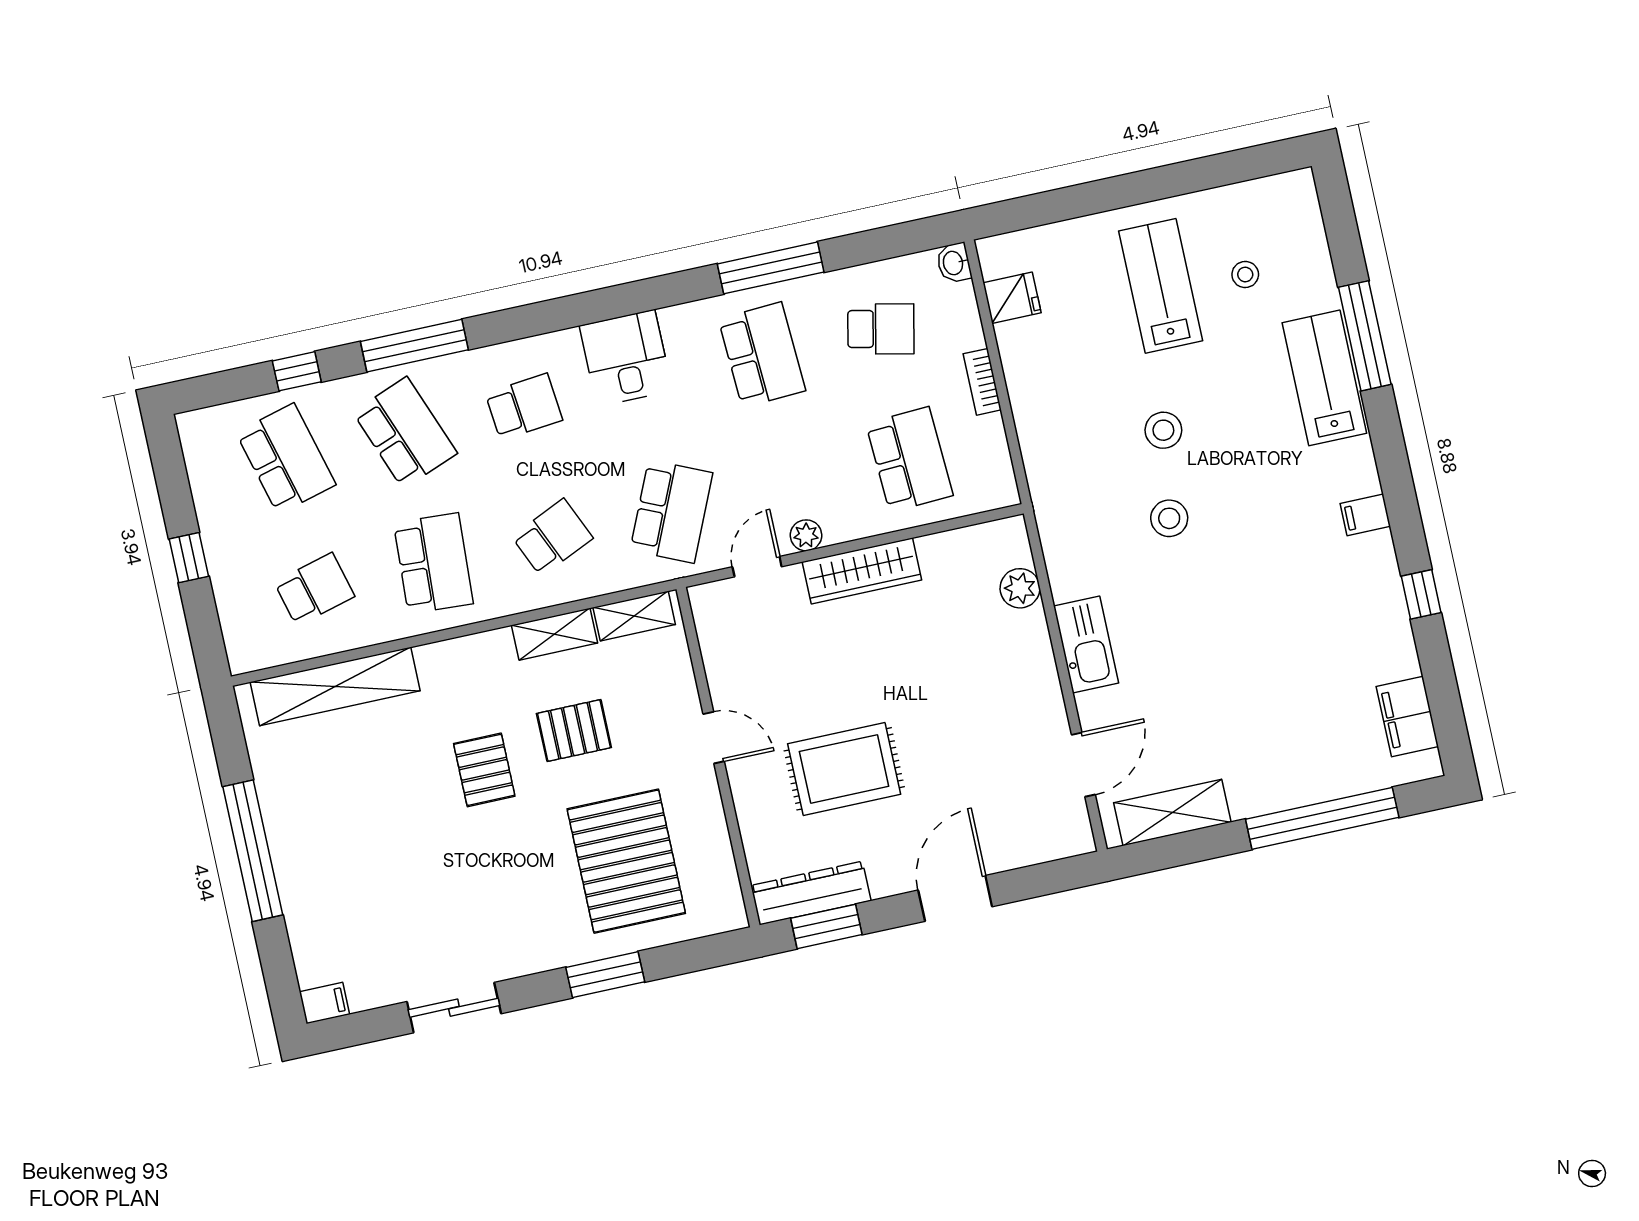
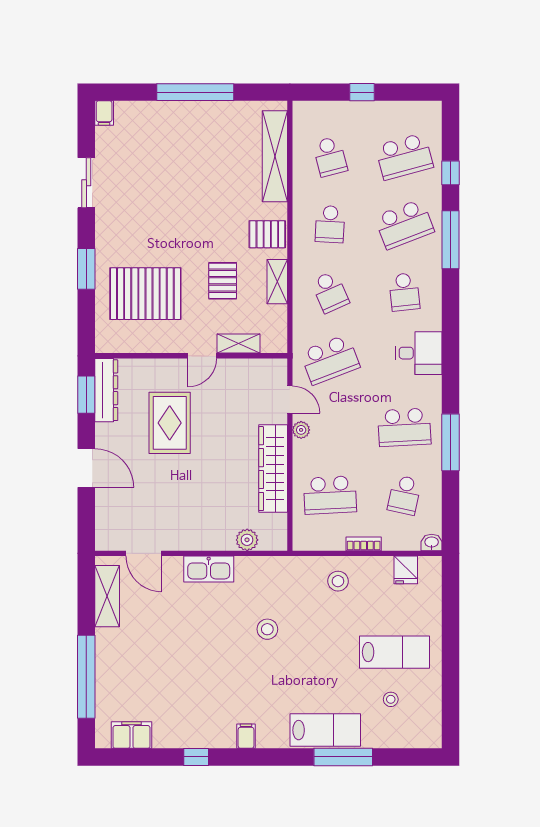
stool: (1163, 430) -> (338, 581), moved
school desk: (671, 511) -> (330, 360), turned -45
school desk: (433, 563) -> (330, 224), width x0.54
wardrobe: (862, 571) -> (273, 469), width x1.40, depth x1.17
shelving: (634, 616) -> (238, 344), moved, turned 90
pallet: (484, 770) -> (267, 234), moved

